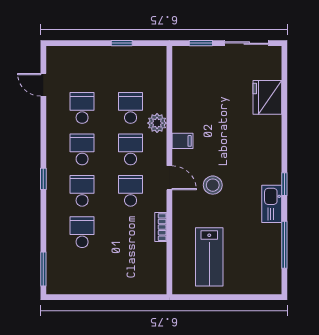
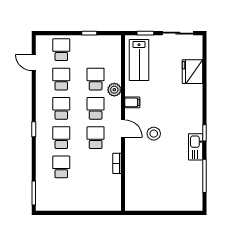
school desk: (82, 67) -> (61, 50), added
lab bench: (209, 257) -> (139, 60), moved

